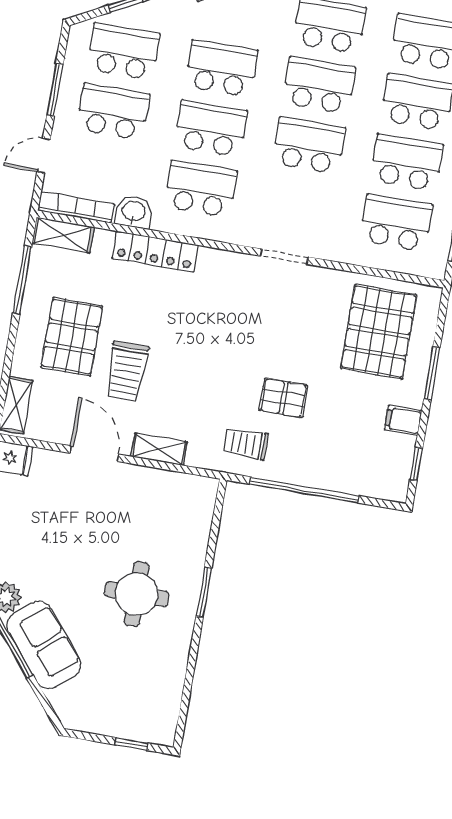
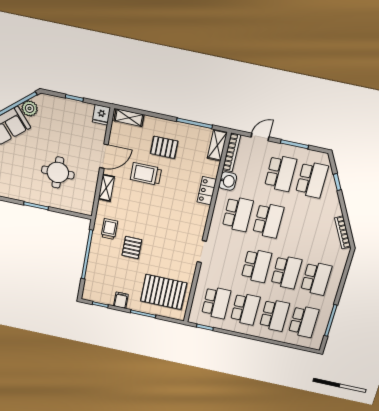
school desk: (221, 68) -> (299, 227), removed
door: (44, 155) -> (260, 137), hinge flipped
locker: (155, 252) -> (207, 191), width x0.66
pallet: (72, 337) -> (164, 147), width x0.67, depth x0.71
round table: (137, 594) -> (58, 172), moved

